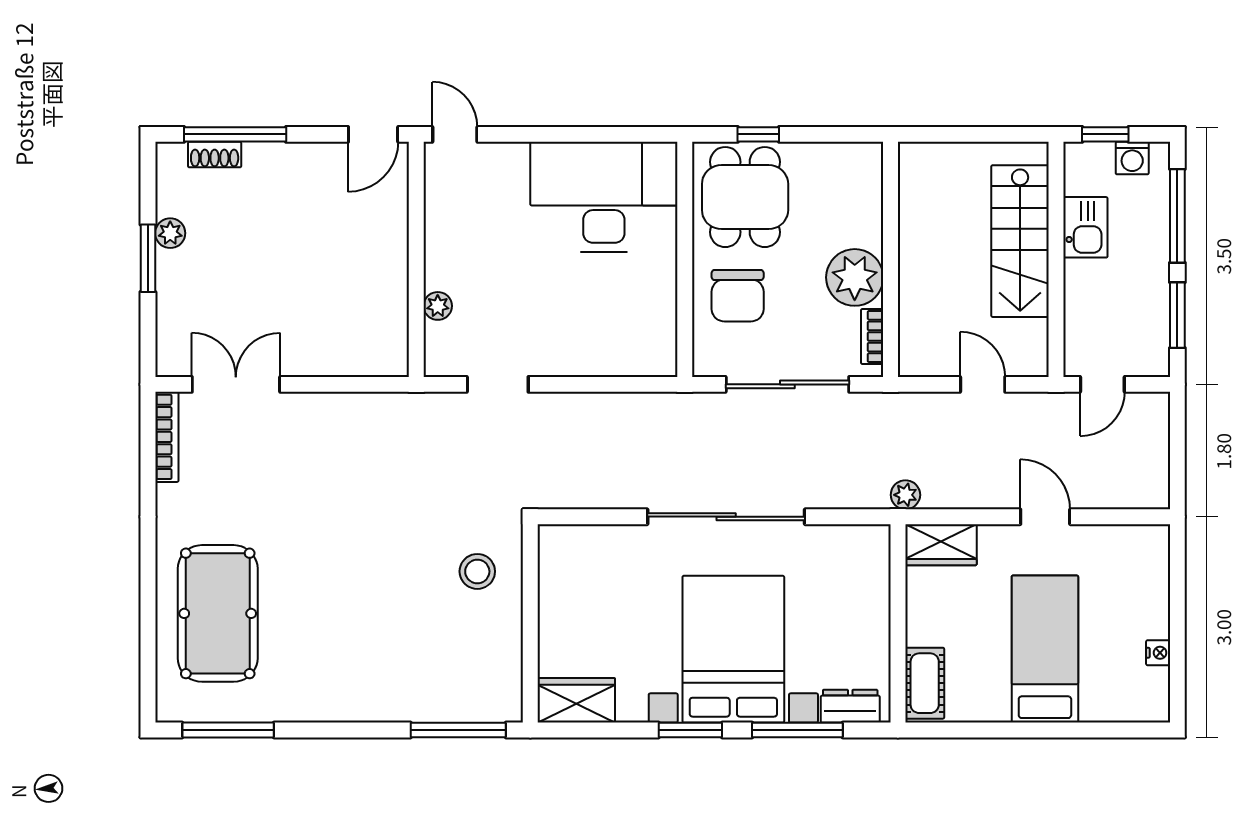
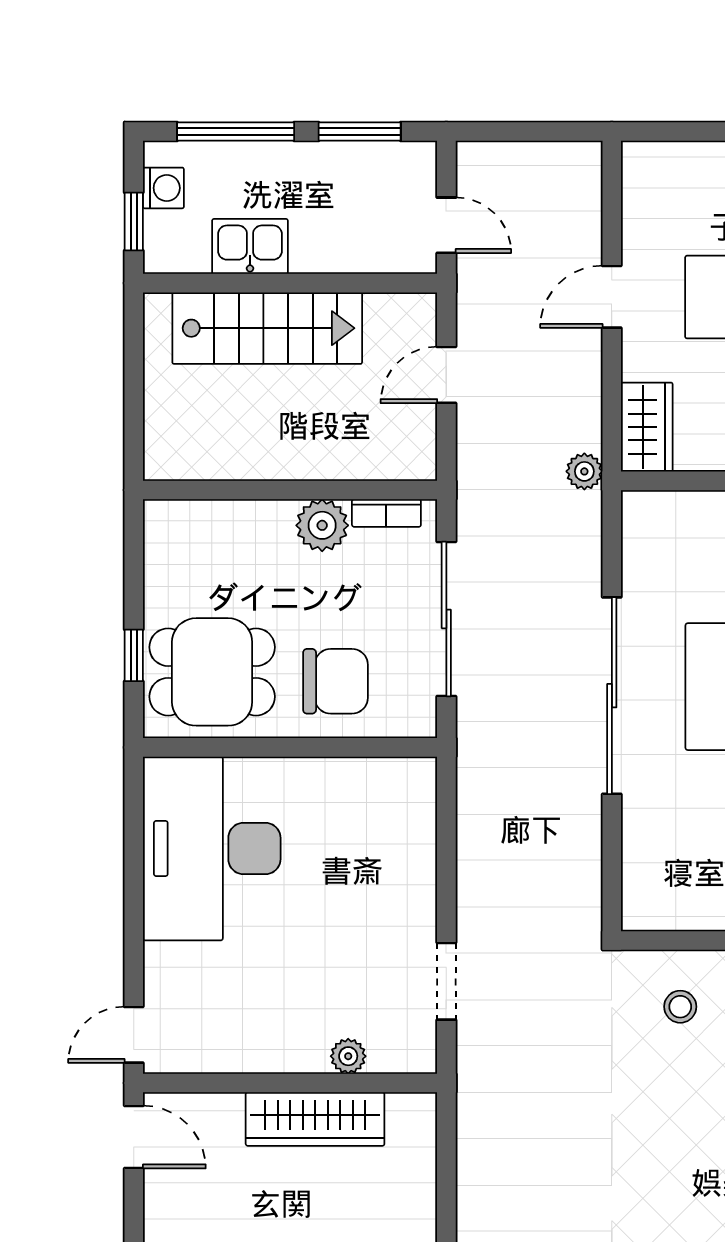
plant: (855, 277) -> (322, 525), width x0.73, depth x0.73
wardrobe: (387, 279) -> (315, 1119), added
stool: (477, 571) -> (680, 1007), width x0.73, depth x0.73

